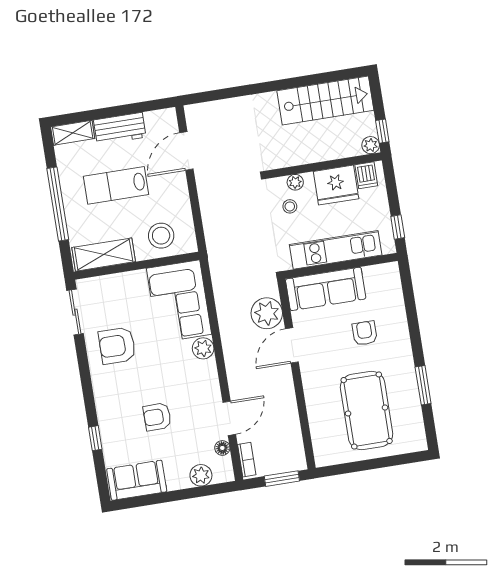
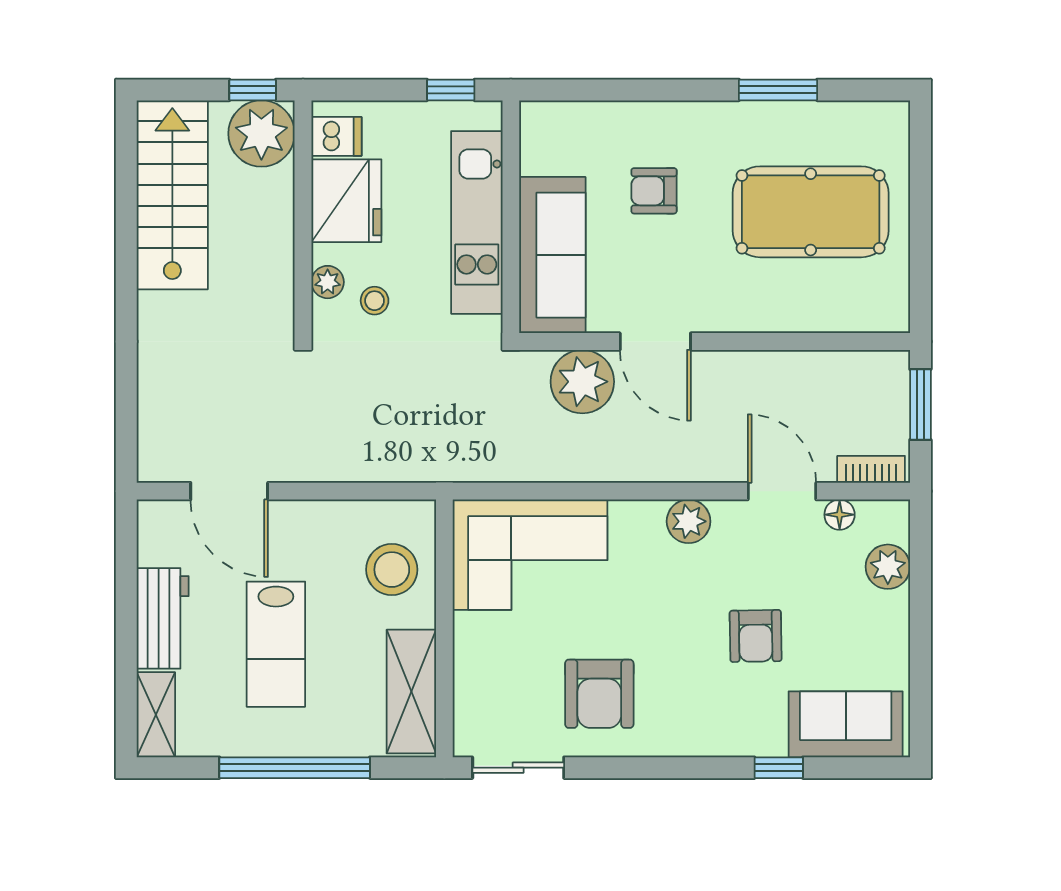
plant: (371, 145) -> (261, 134), width x1.88, depth x1.88
plant: (203, 348) -> (689, 521), moved
sofa: (137, 480) -> (846, 724), moved, turned 90

